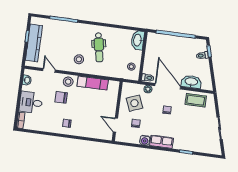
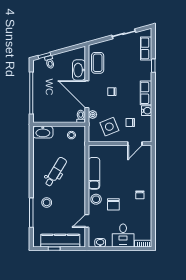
dental chair: (99, 47) -> (56, 172), turned -49
stool: (79, 59) -> (47, 202), moved
door: (168, 86) -> (87, 94), hinge flipped
row of seats: (203, 147) -> (146, 48), added

